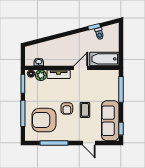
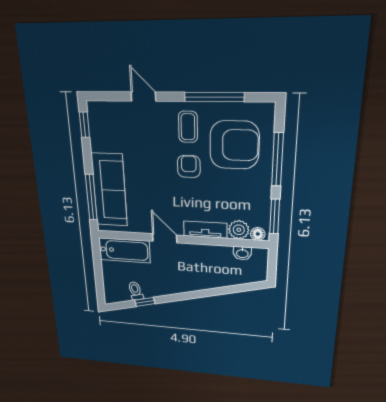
door: (81, 68) -> (165, 238), swing flipped
coffee table: (85, 110) -> (188, 127), moved
sofa: (110, 121) -> (109, 190), moved

